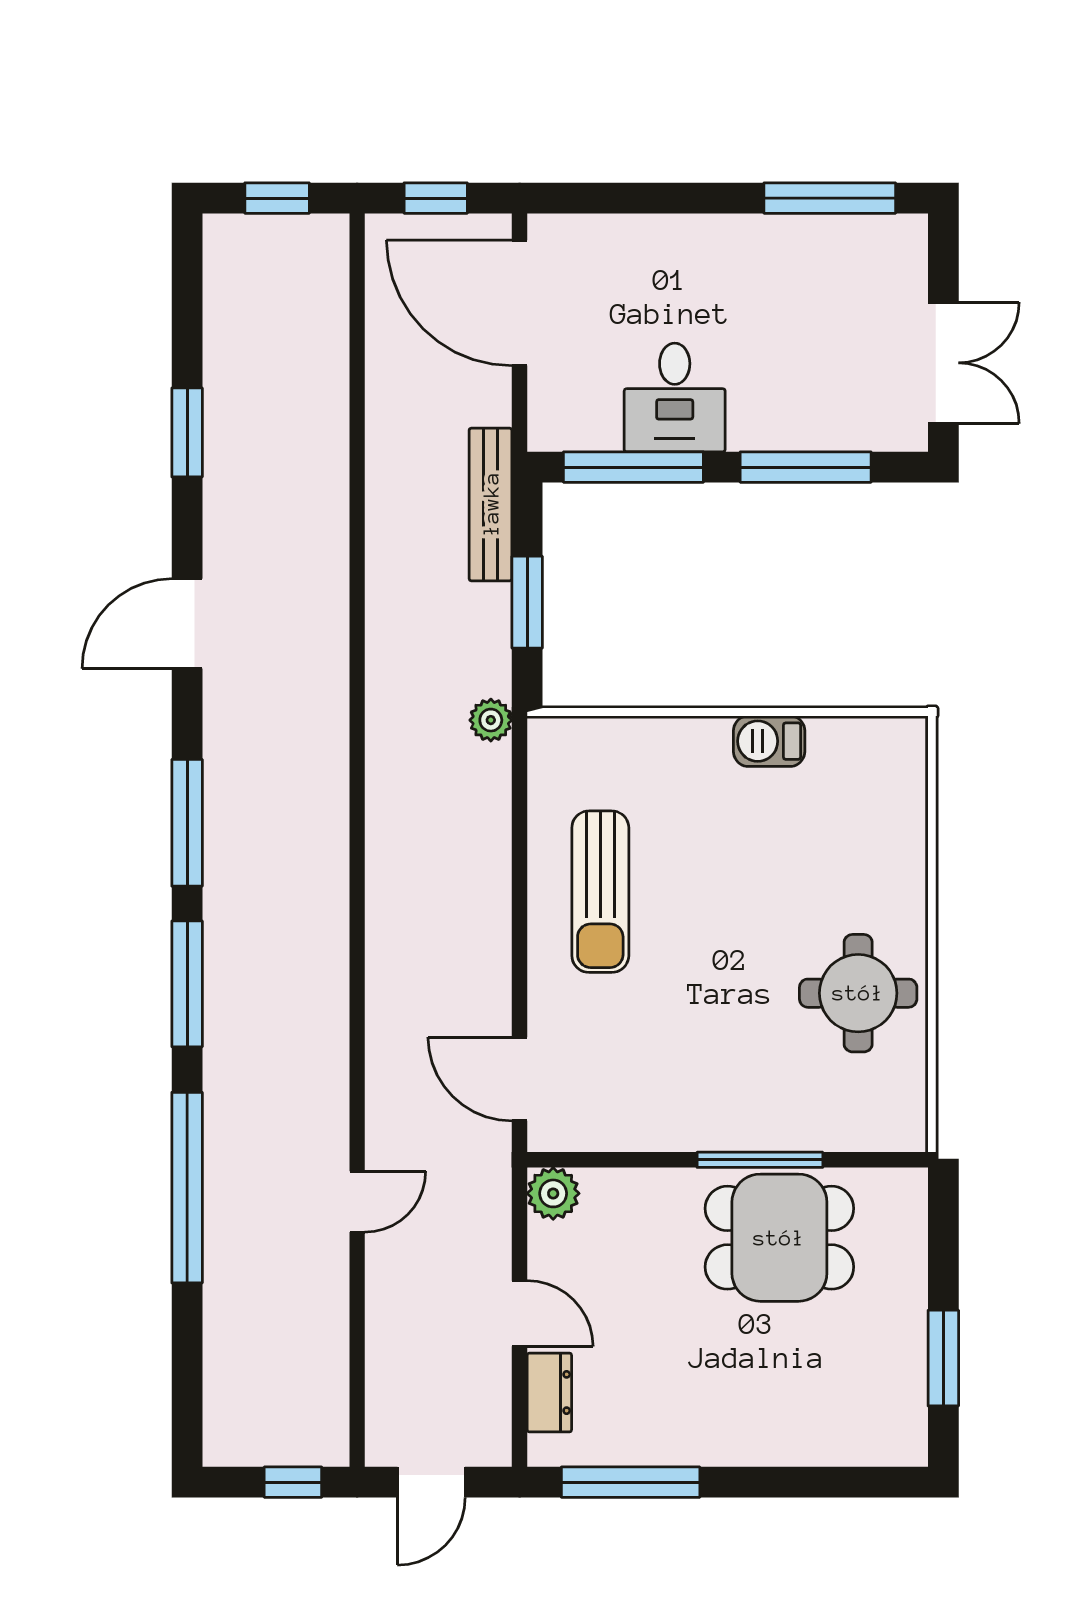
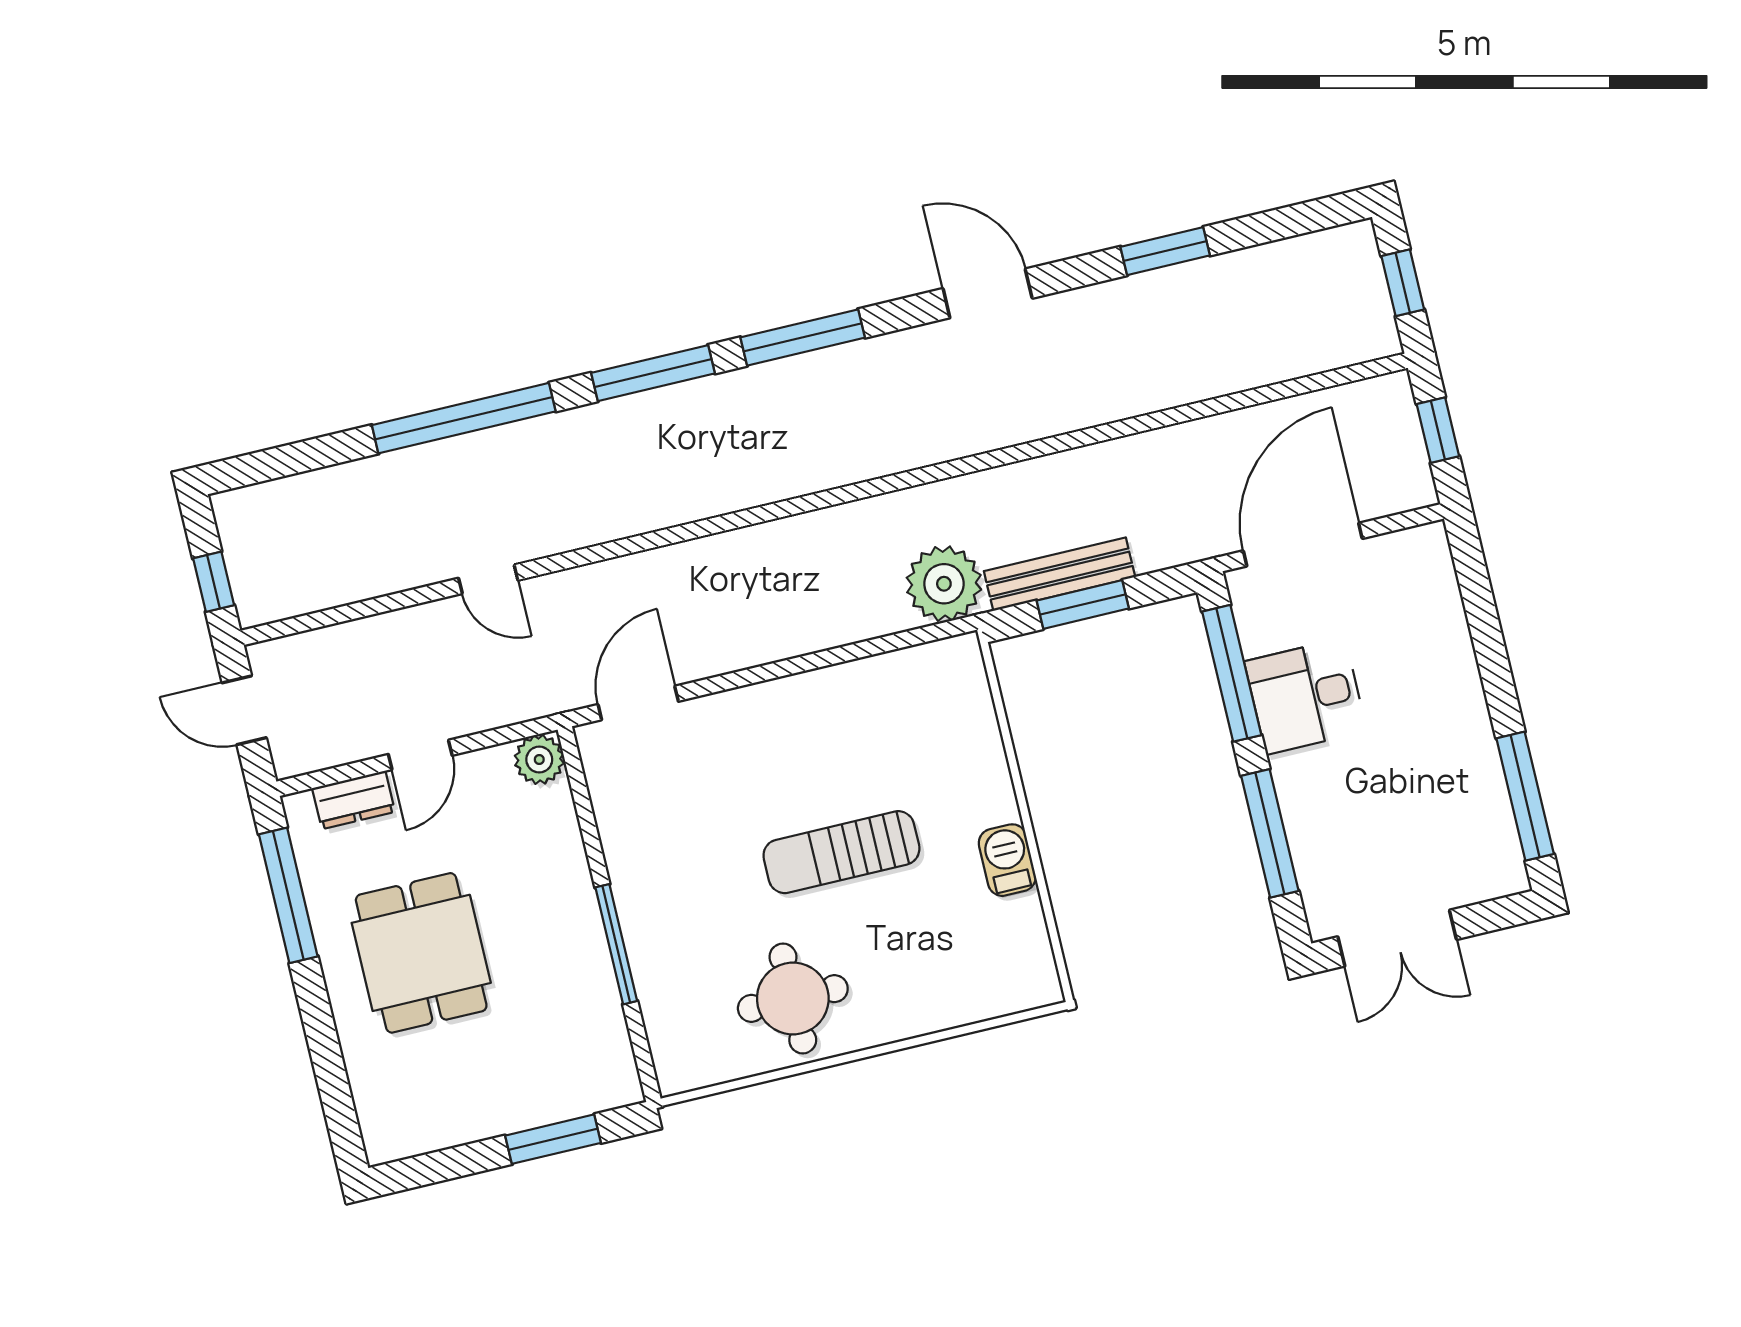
door: (520, 303) -> (1303, 545), moved
bench: (491, 504) -> (1060, 574), moved
plant: (491, 720) -> (944, 584), width x1.88, depth x1.88
sun lounger: (600, 892) -> (841, 852), moved
dining table: (779, 1238) -> (421, 953), moved
window: (943, 1358) -> (553, 1139), moved

